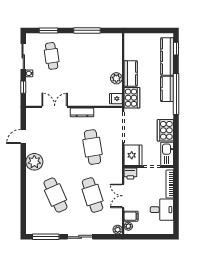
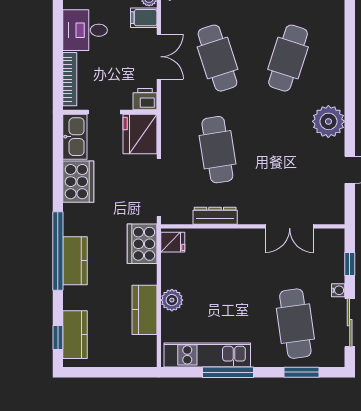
kitchen unit: (98, 40) -> (207, 355), added
cafe table: (52, 56) -> (295, 324), width x1.37, depth x1.35
kitchen counter: (167, 56) -> (75, 335), width x0.67
kitchen counter: (131, 73) -> (145, 310), moved
plant: (116, 78) -> (172, 300), moved
dresser: (82, 112) -> (215, 216), moved
cafe table: (56, 195) -> (288, 58), turned 42

